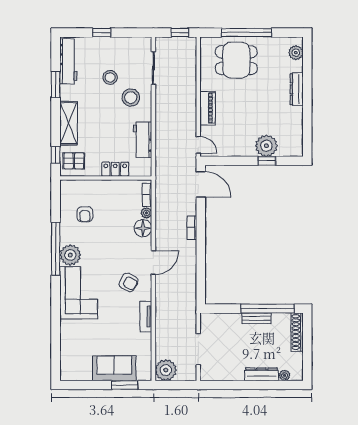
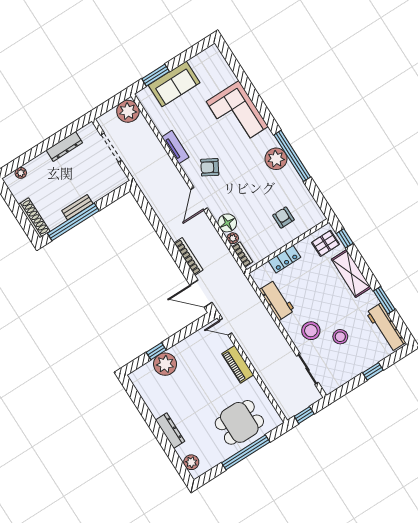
armchair: (85, 214) -> (283, 217), moved
bookcase: (192, 228) -> (188, 256), width x1.56
corner sofa: (79, 293) -> (237, 114), moved
dresser: (261, 374) -> (64, 146), moved

